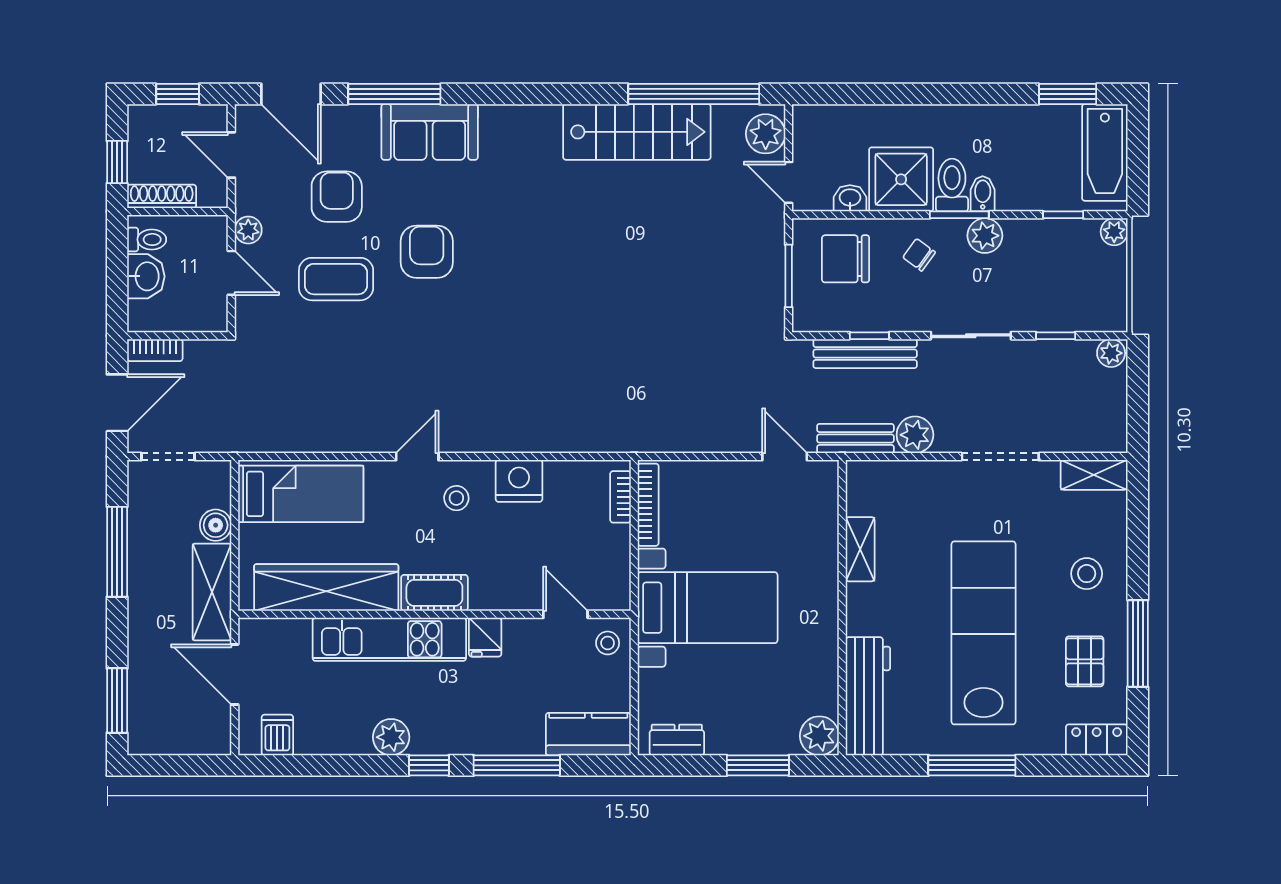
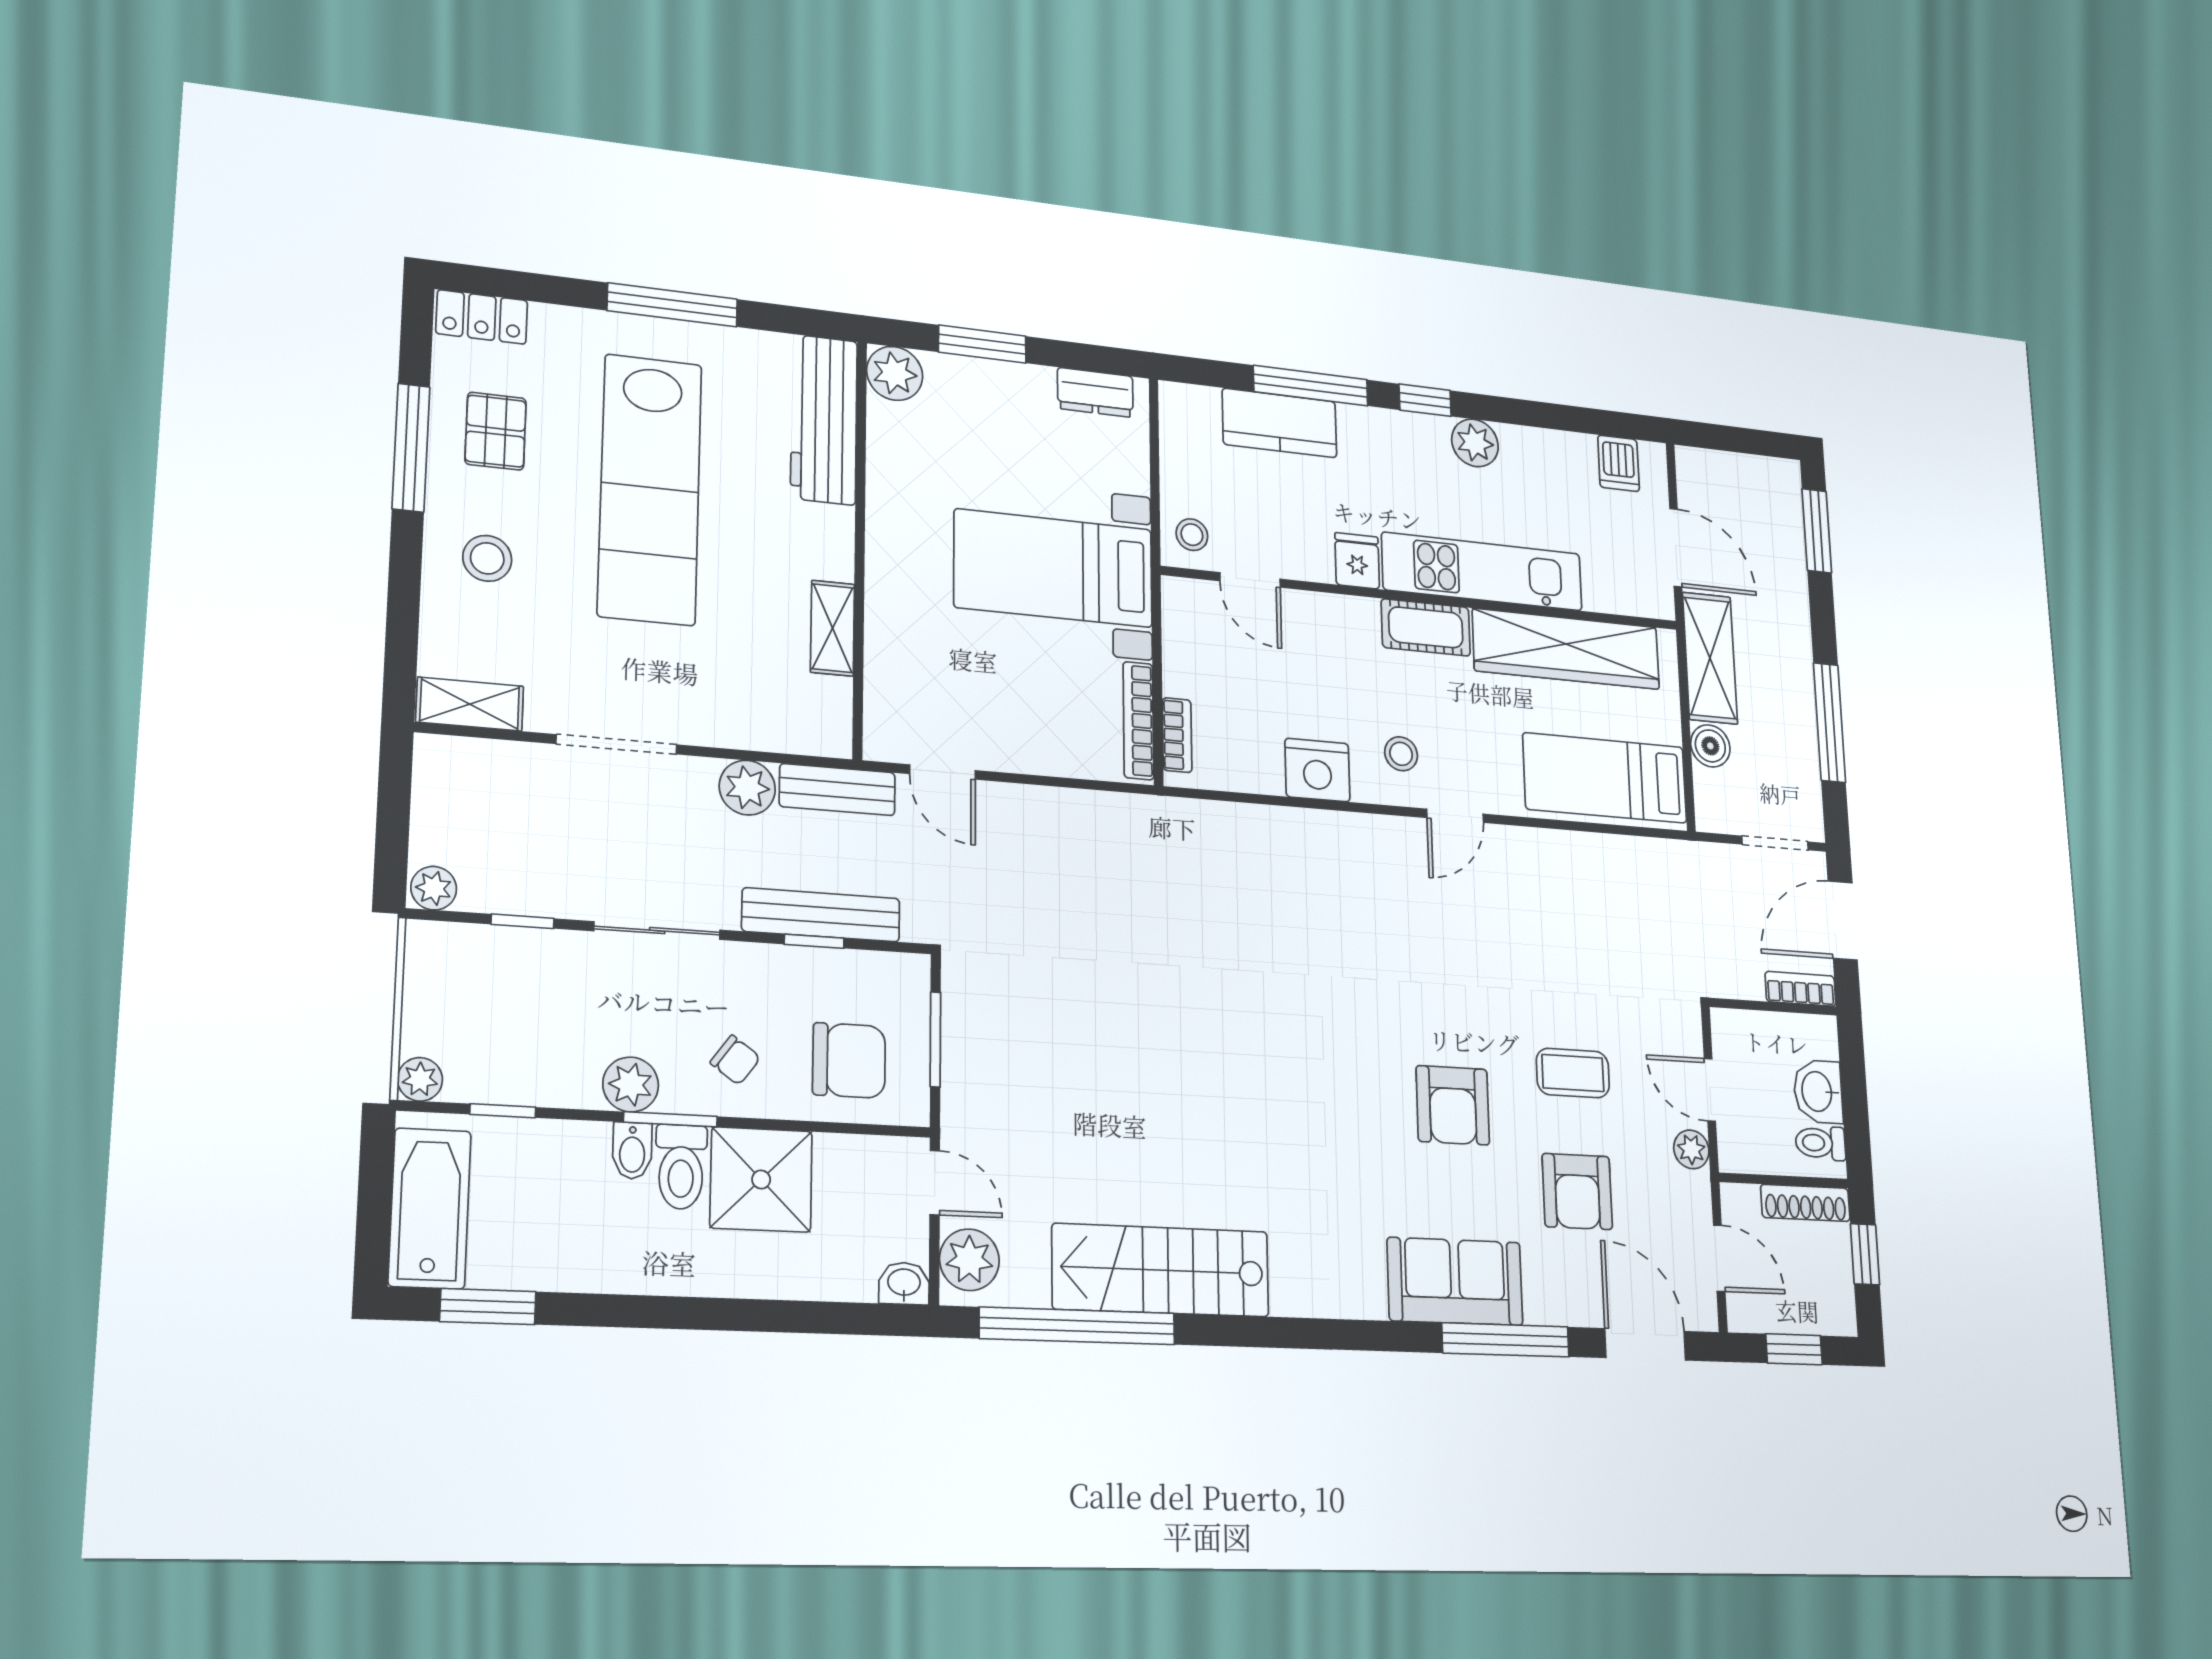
washbasin: (850, 198) -> (904, 1283), moved, turned 180
coffee table: (336, 279) -> (1573, 1073), width x0.73, depth x0.77
kitchen counter: (588, 734) -> (1280, 423), moved

